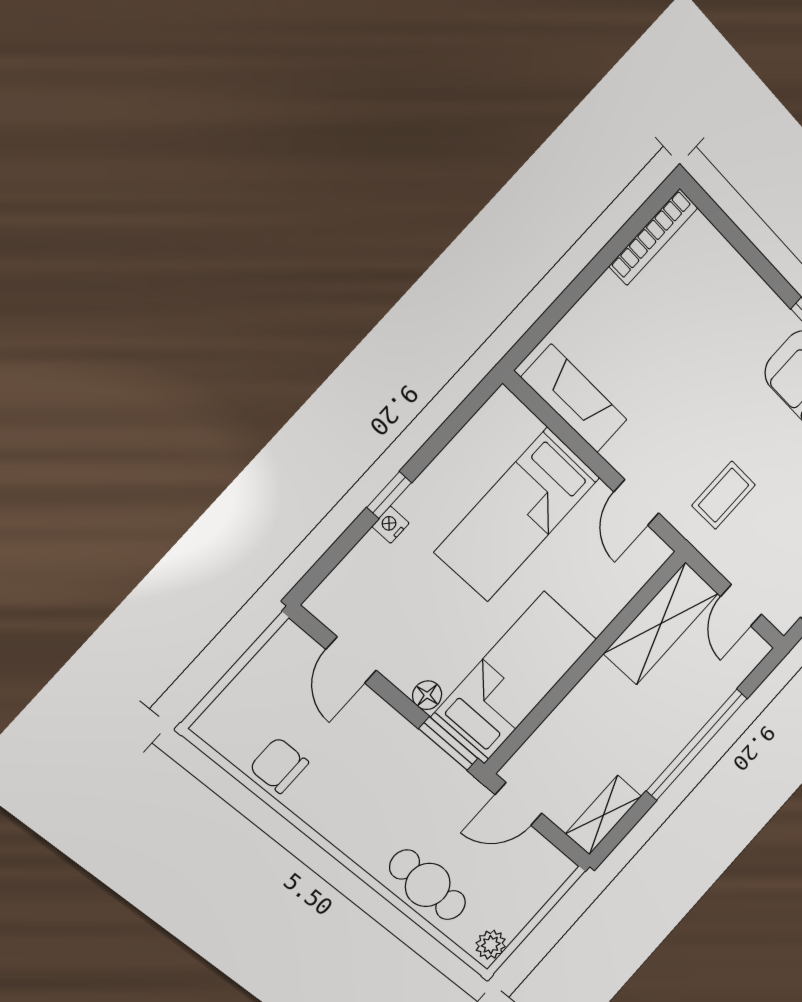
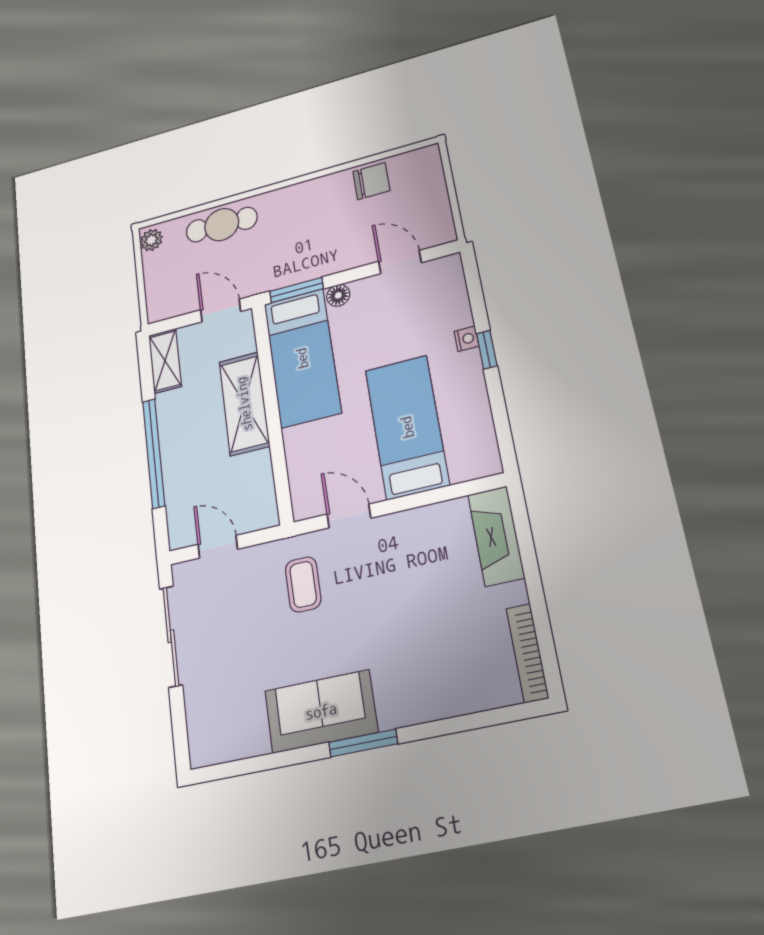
fireplace: (574, 399) -> (496, 536), moved, turned 90
shelving: (661, 623) -> (244, 404), moved
door: (519, 804) -> (221, 311), hinge flipped

